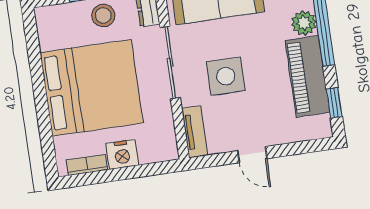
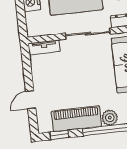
side table: (226, 76) -> (78, 68), removed
door: (252, 155) -> (31, 100), moved

